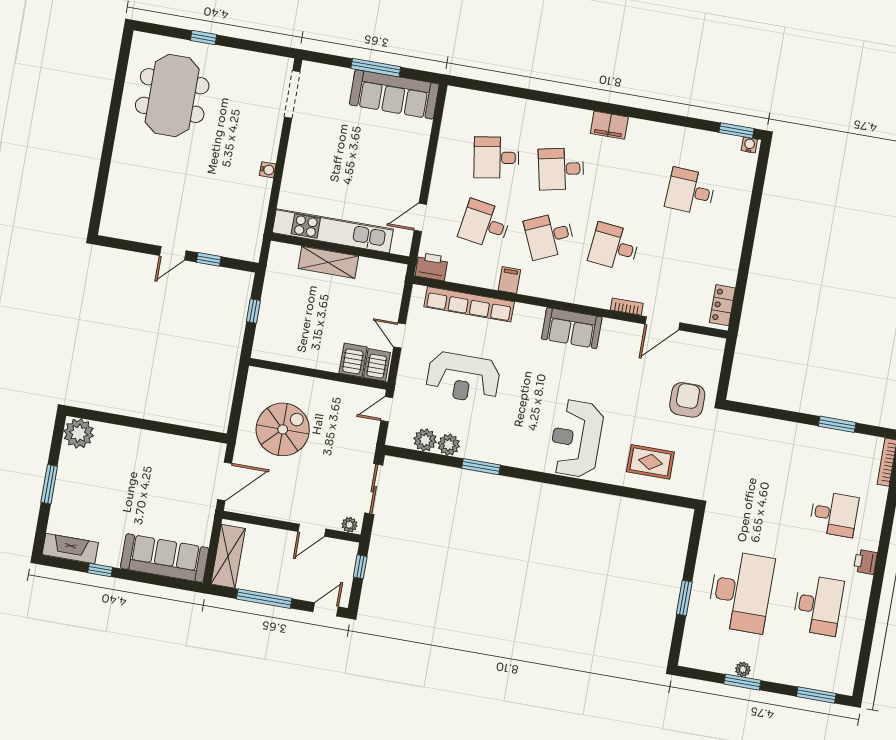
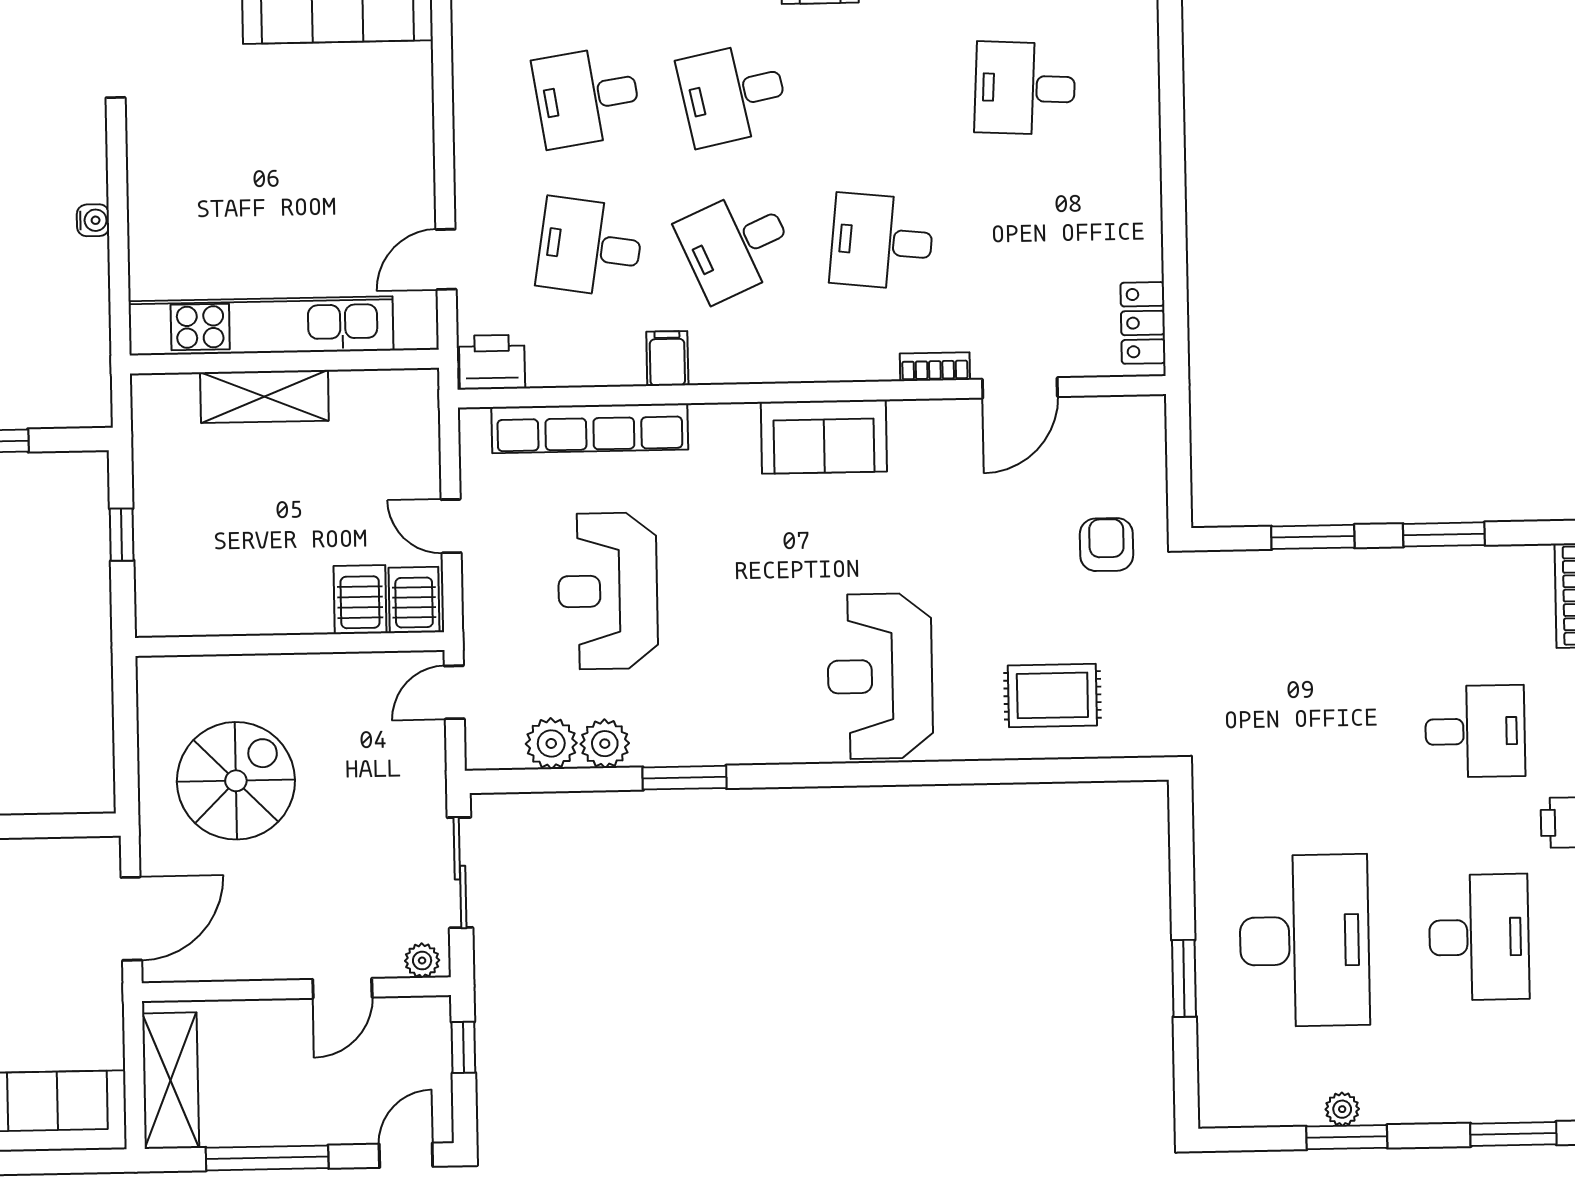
reception desk: (463, 378) -> (608, 591), turned 90
armchair: (687, 400) -> (1106, 545), width x0.72, depth x0.72
window: (779, 414) -> (1313, 537), added

